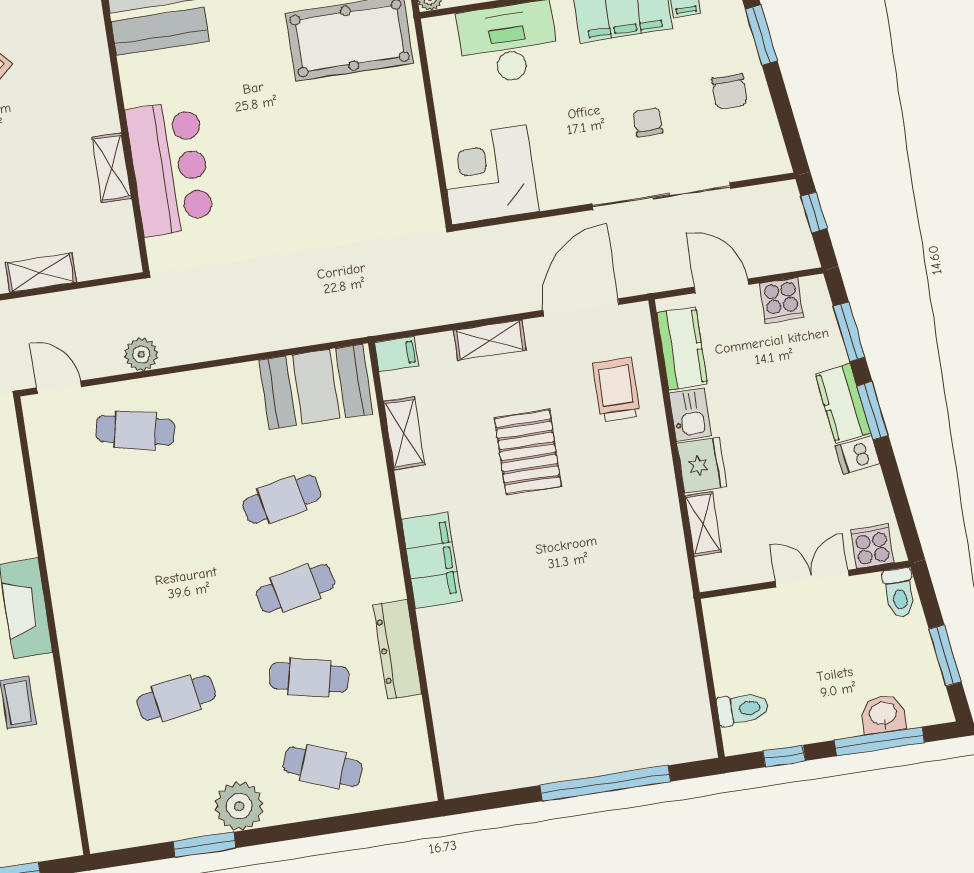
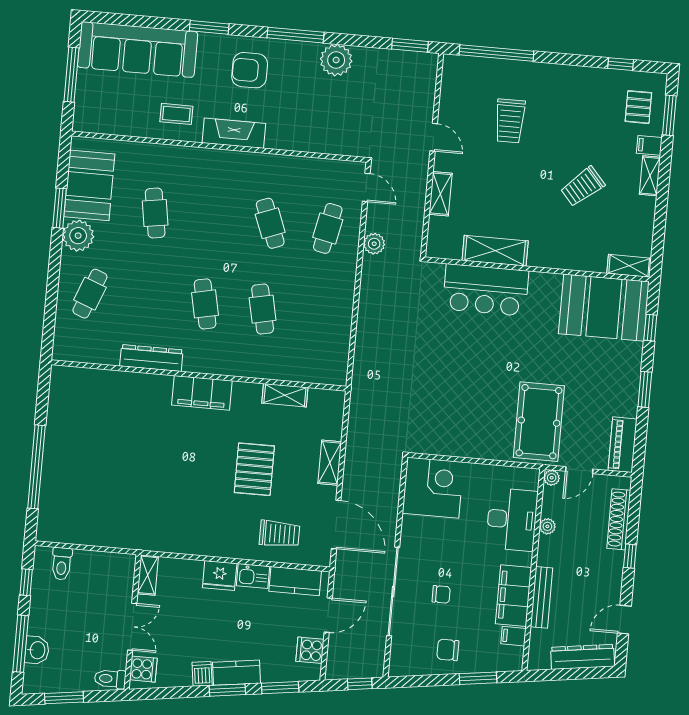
shelving: (112, 168) -> (495, 251), width x1.50, depth x1.33
filing cabinet: (397, 354) -> (335, 403), removed
door: (59, 387) -> (366, 187), hinge flipped
booth: (316, 387) -> (89, 185), moved
pallet: (528, 452) -> (254, 469), turned 90
shelving: (703, 524) -> (148, 575), moved, turned 90
cafe table: (309, 678) -> (270, 223), moved, turned -33

